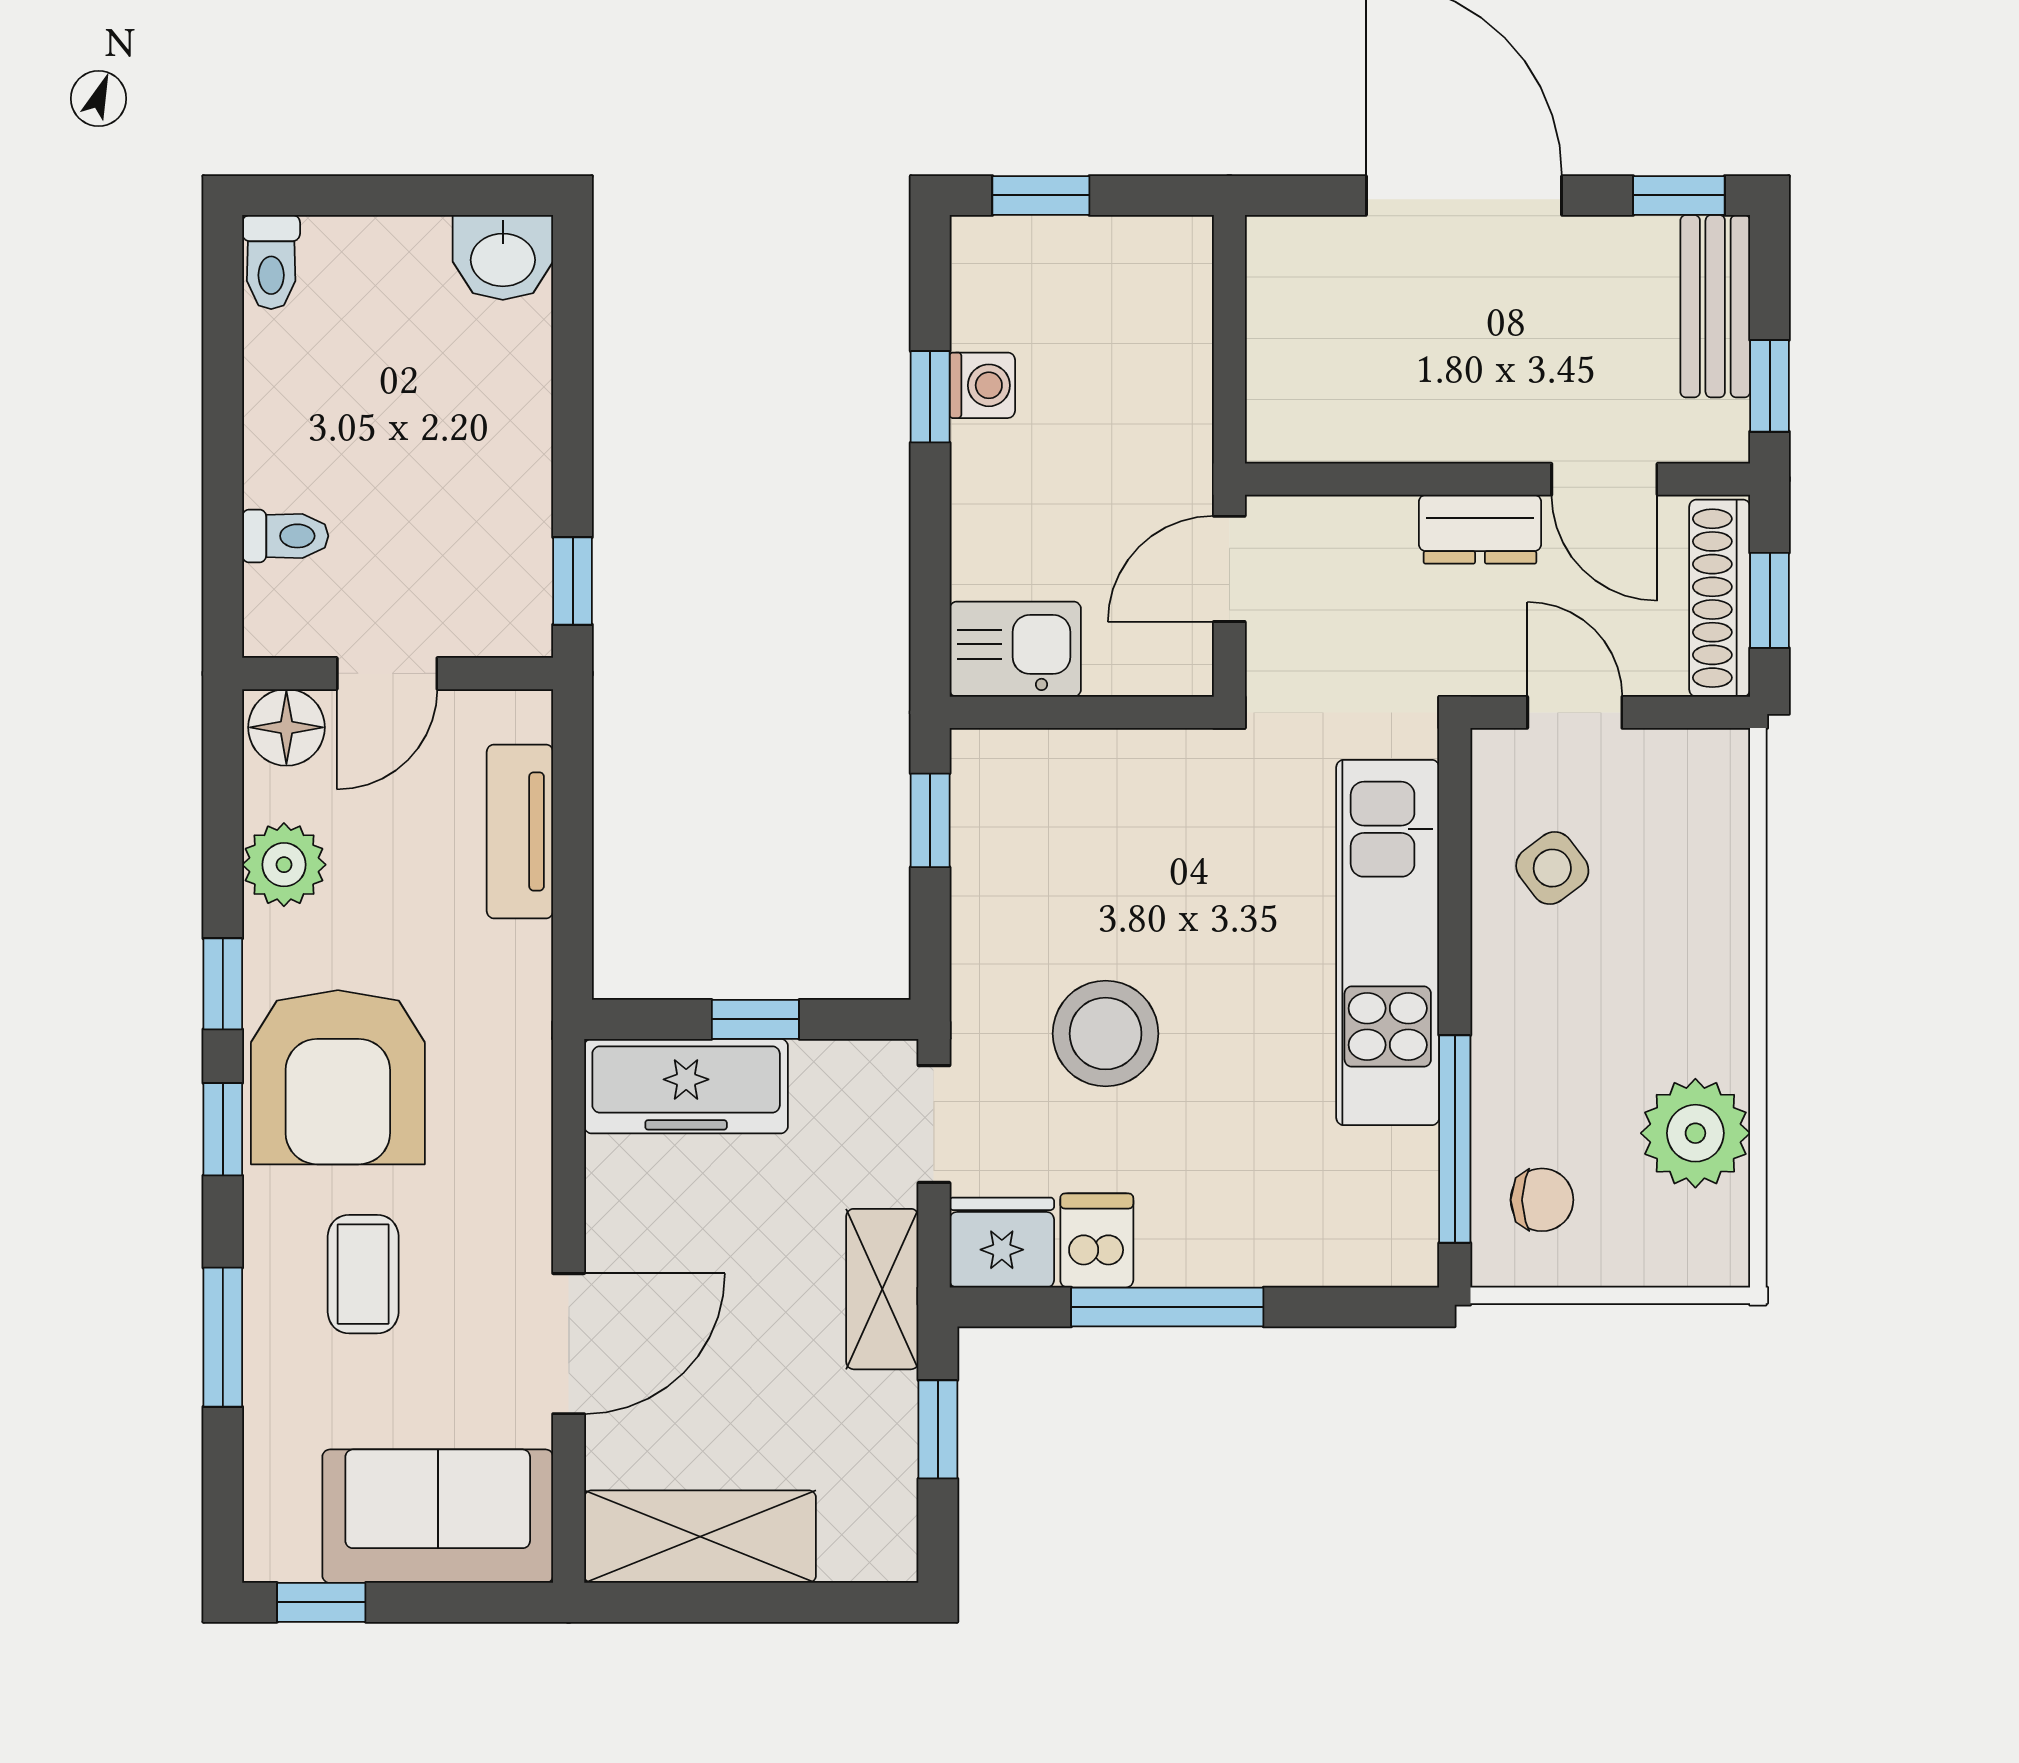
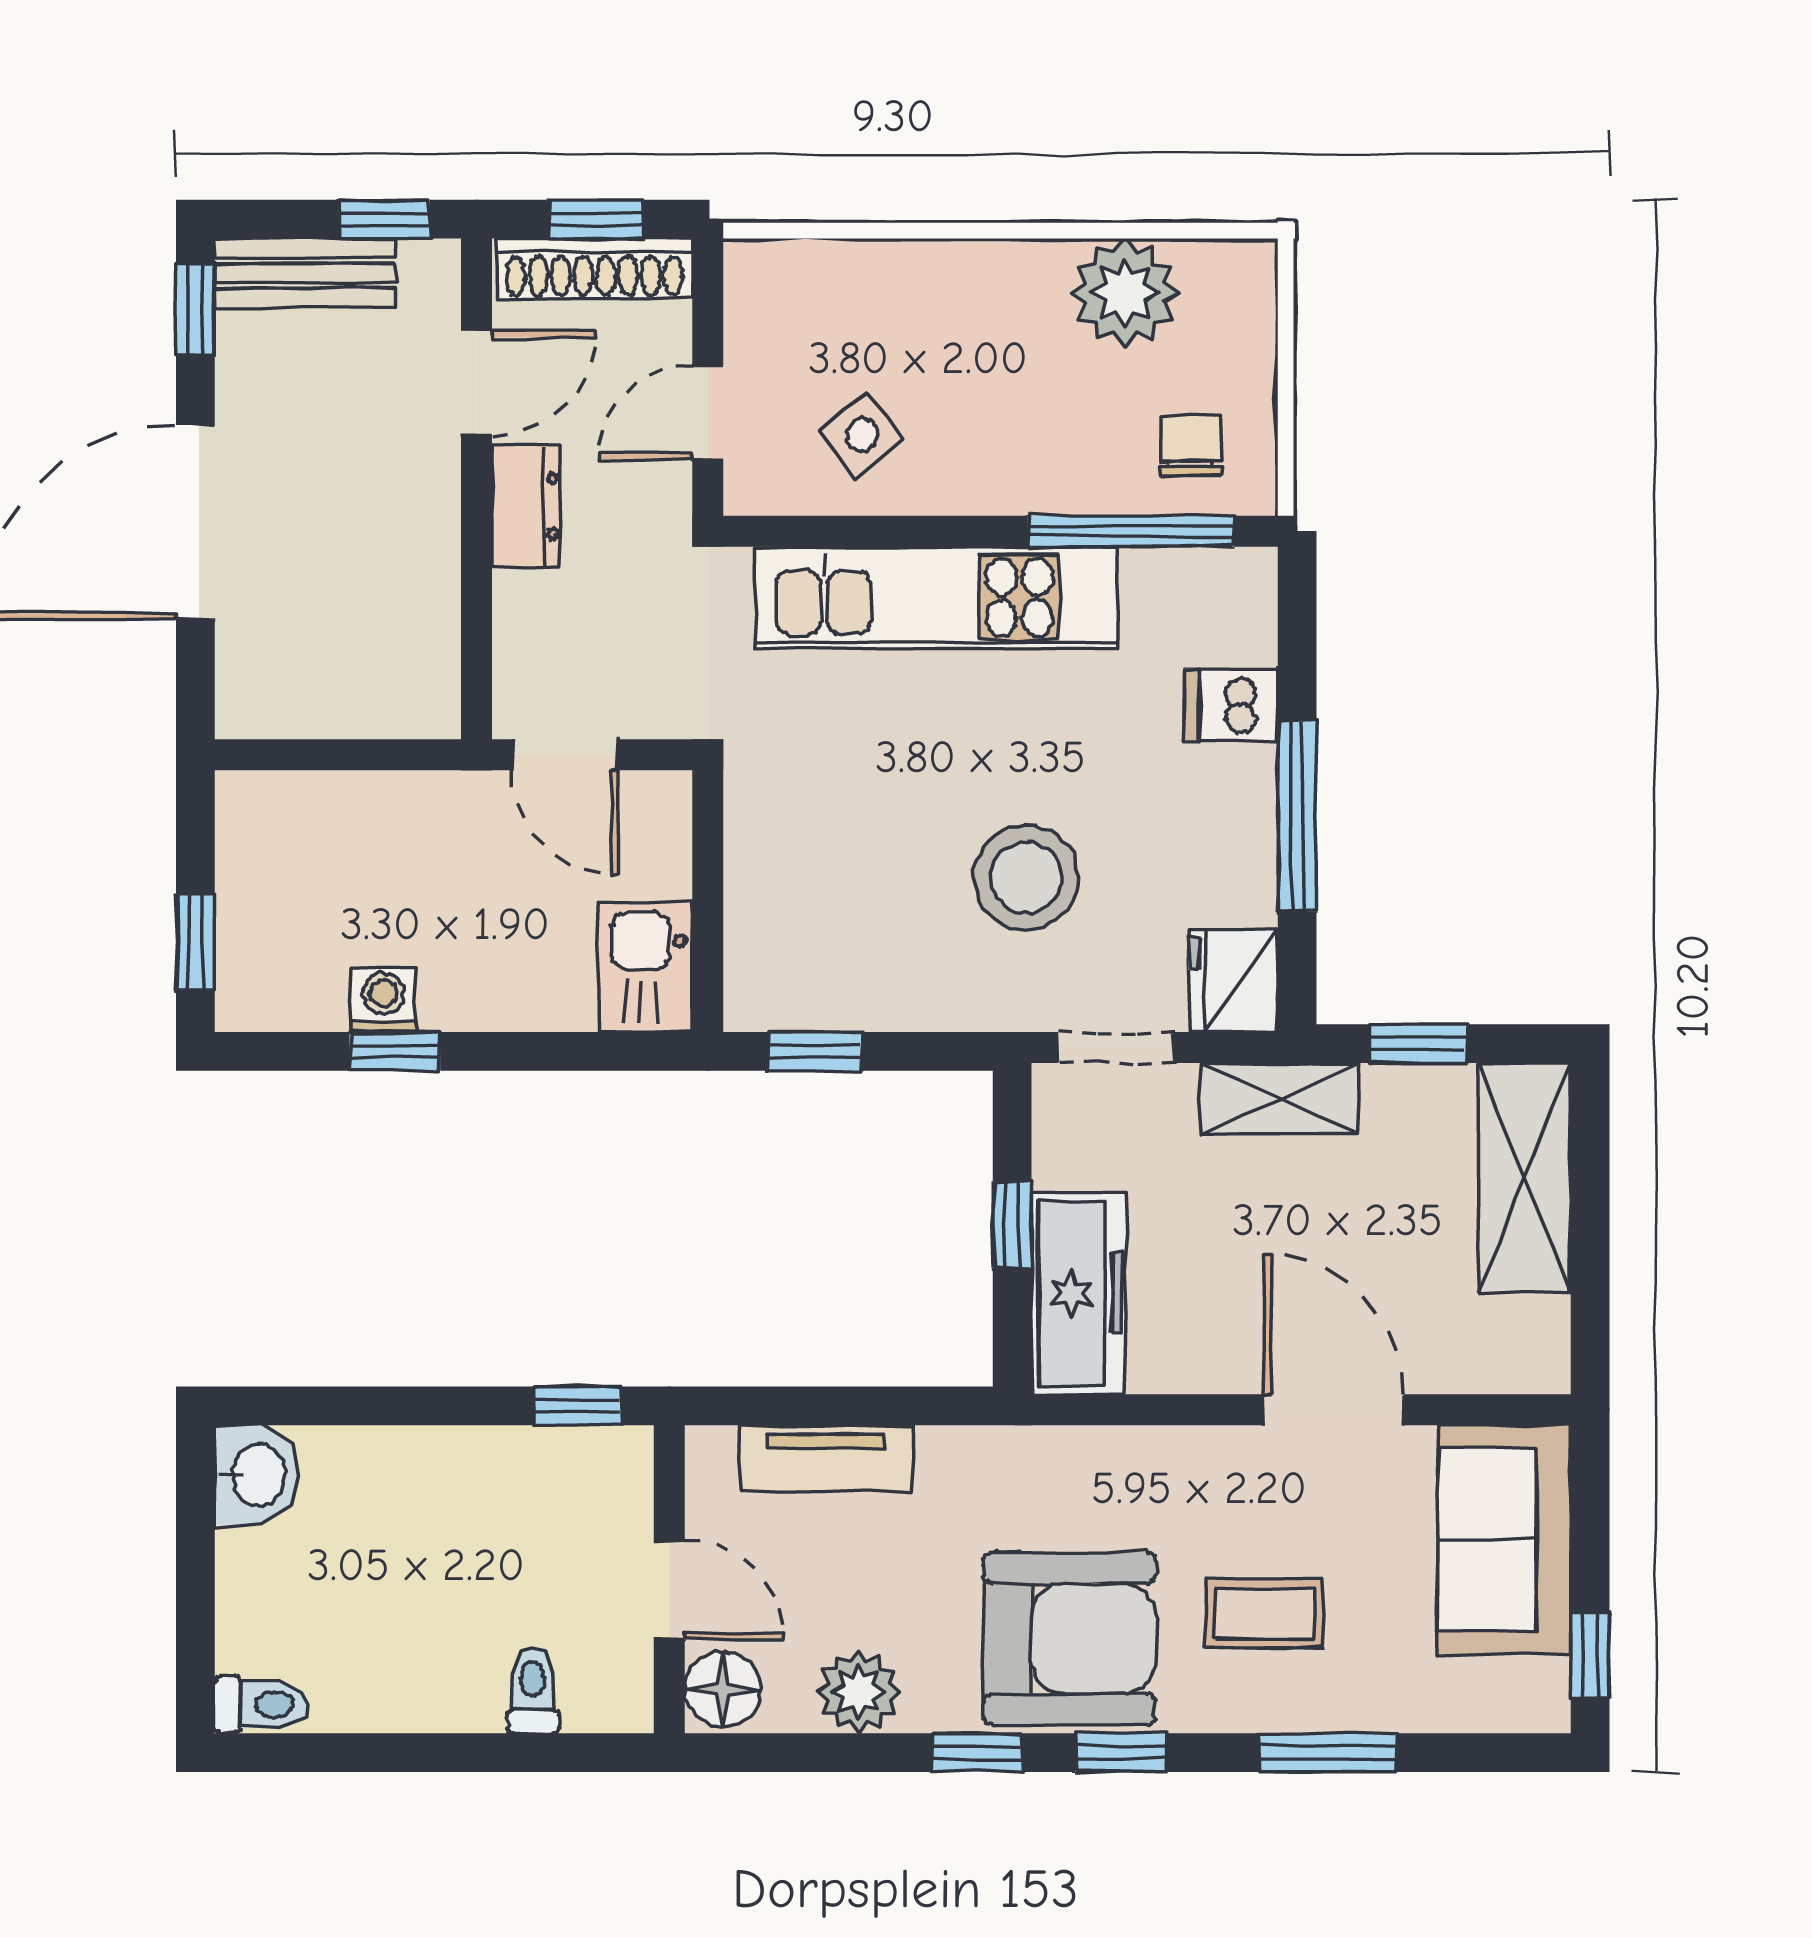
dishwasher: (1097, 1240) -> (1231, 705), moved
shelving: (700, 1537) -> (1525, 1178), moved

